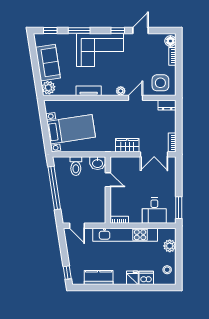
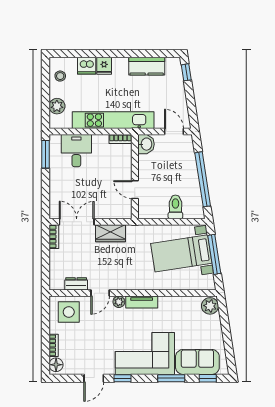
sofa: (48, 63) -> (197, 362), moved, turned 99
tv unit: (89, 91) -> (142, 302), moved
dresser: (167, 105) -> (76, 284), moved
window: (45, 128) -> (214, 254), added
washbasin: (98, 163) -> (146, 144), moved, turned 90

